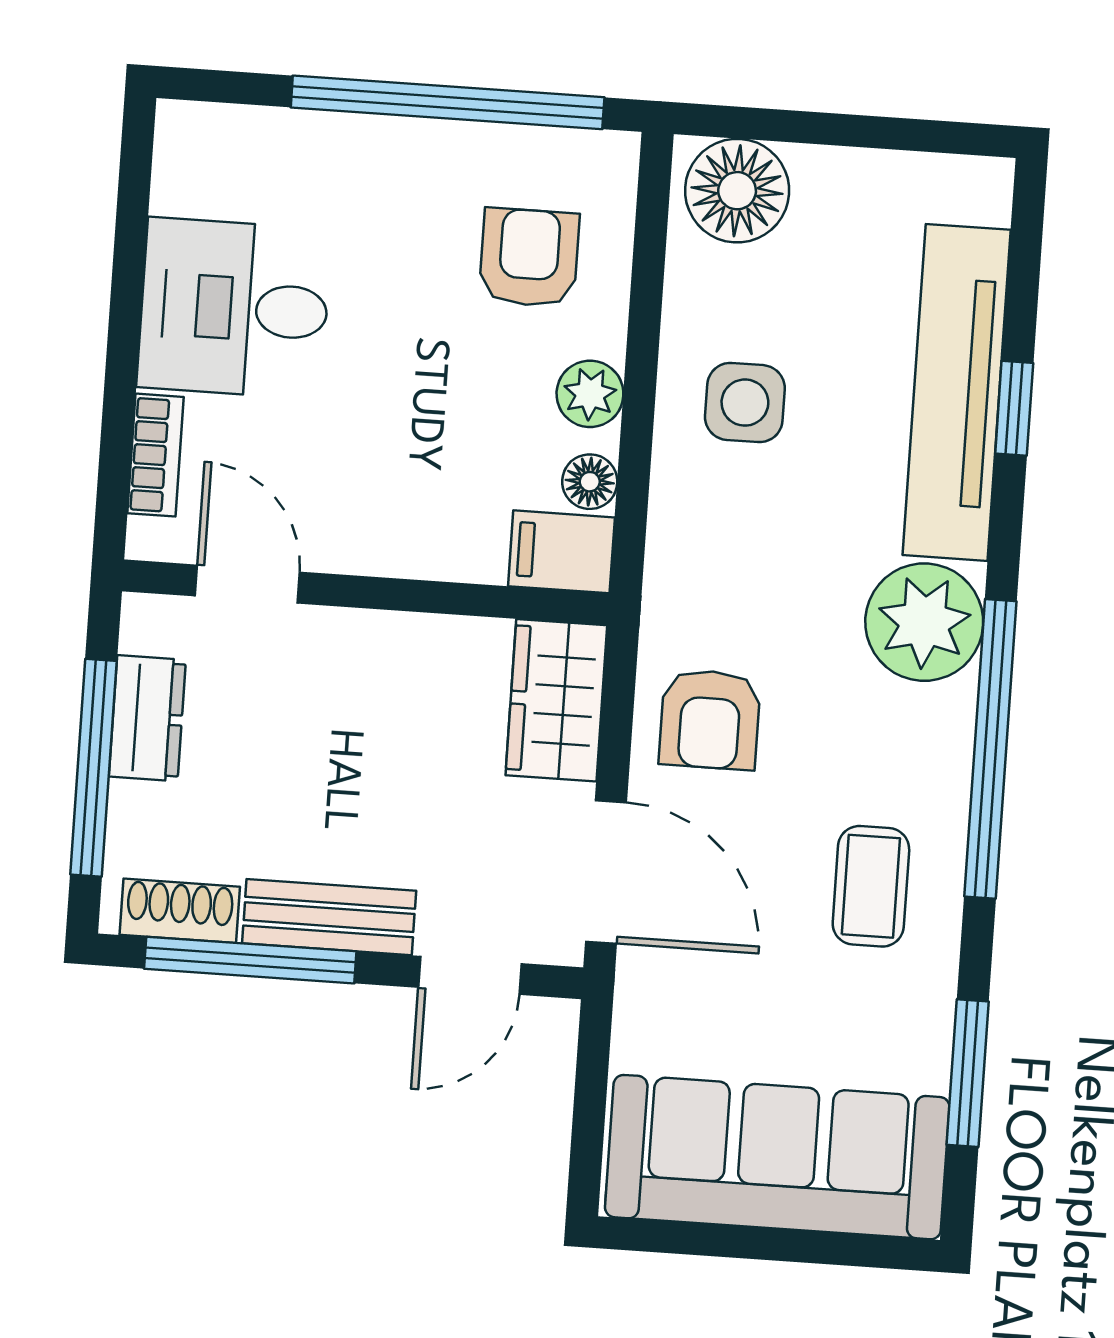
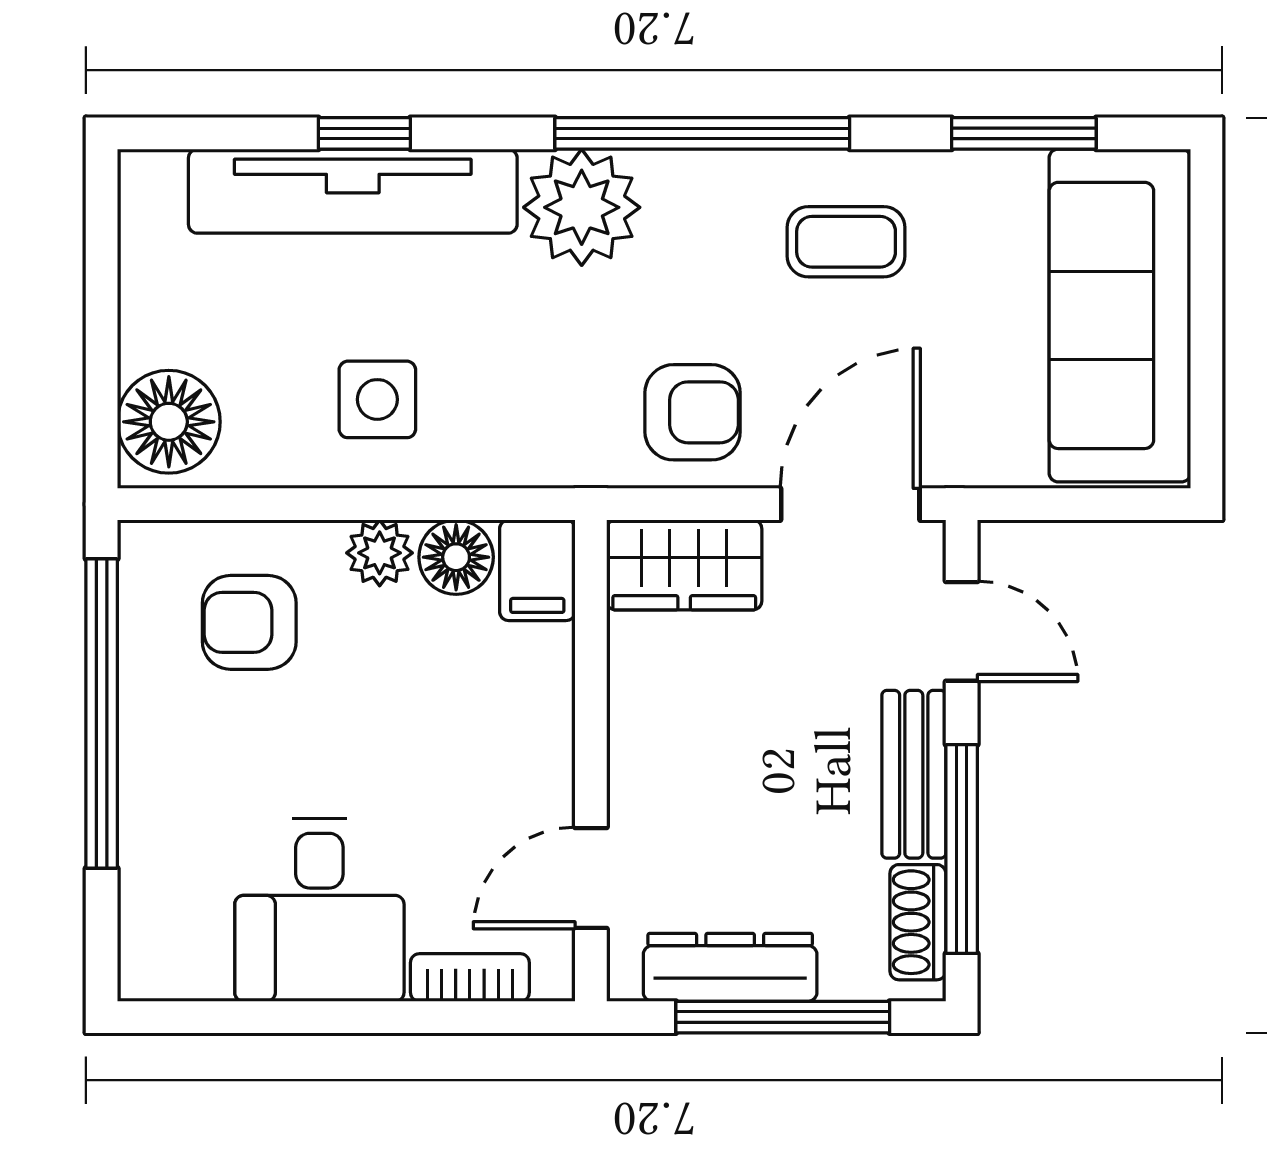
floor lamp: (590, 482) -> (456, 557), width x1.37, depth x1.37
dresser: (147, 718) -> (730, 967), width x1.44

